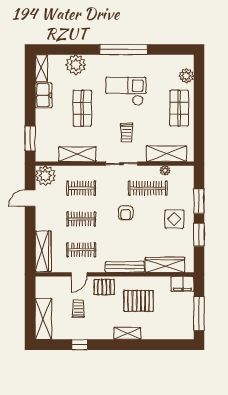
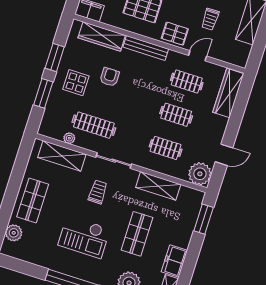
armchair: (126, 213) -> (110, 77), moved

